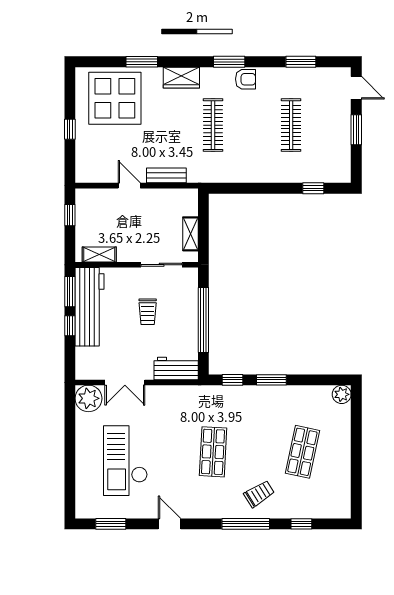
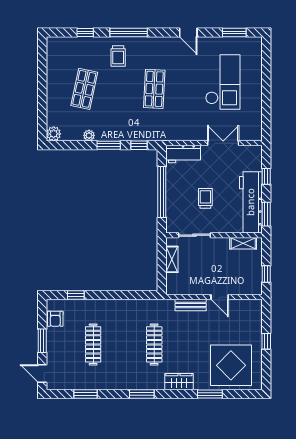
armchair: (245, 79) -> (55, 319), moved, turned -90
window: (70, 326) -> (266, 176), moved
plant: (88, 398) -> (89, 135), moved, width x0.53, depth x0.53
trolley: (259, 494) -> (118, 56), turned -58

